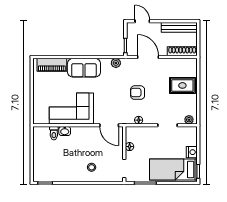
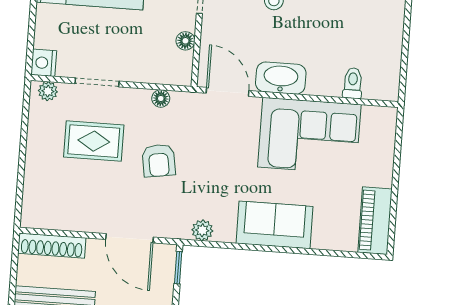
piano: (52, 65) -> (375, 221), moved, turned -90
rug: (182, 85) -> (94, 141), moved
armchair: (138, 93) -> (159, 161), turned 81
washbasin: (65, 131) -> (281, 78), moved, width x1.91, depth x1.45
nightstand: (192, 152) -> (44, 63), moved

